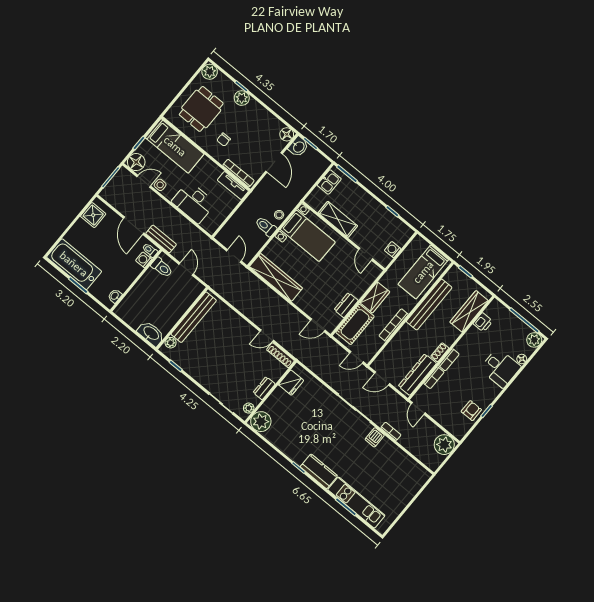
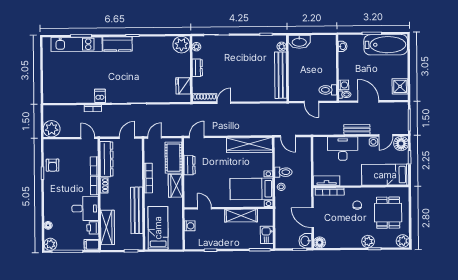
bench: (161, 239) -> (357, 130), moved
filing cabinet: (497, 308) -> (91, 245), added
desk: (500, 368) -> (85, 209), moved, turned 180

